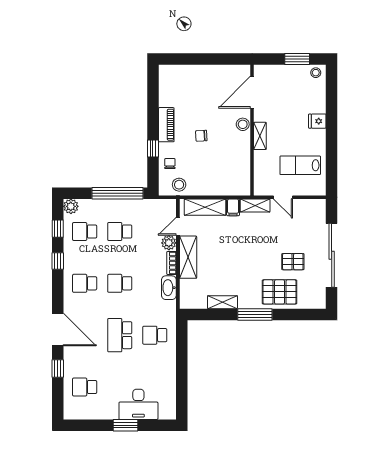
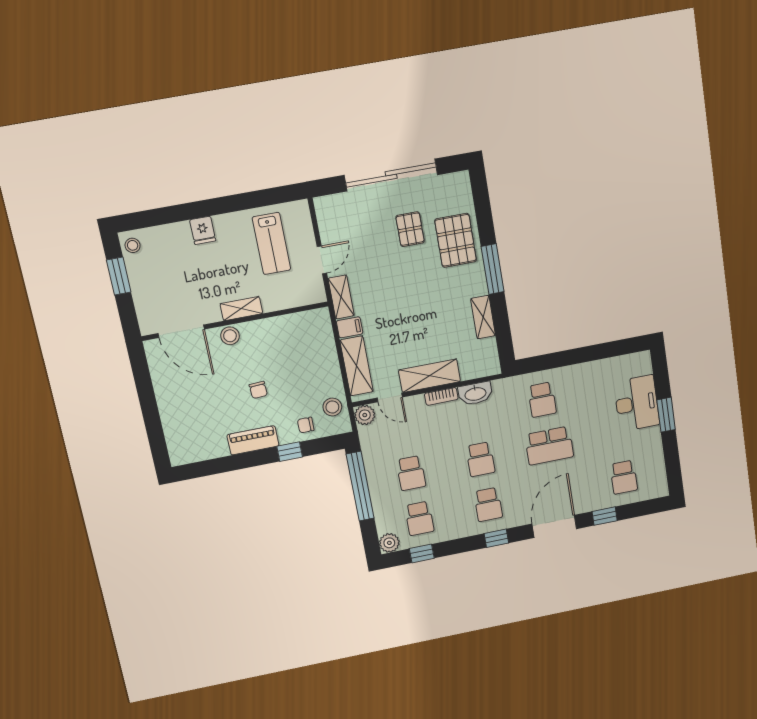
plant: (169, 243) -> (365, 415), moved
window: (58, 261) -> (496, 538), moved

